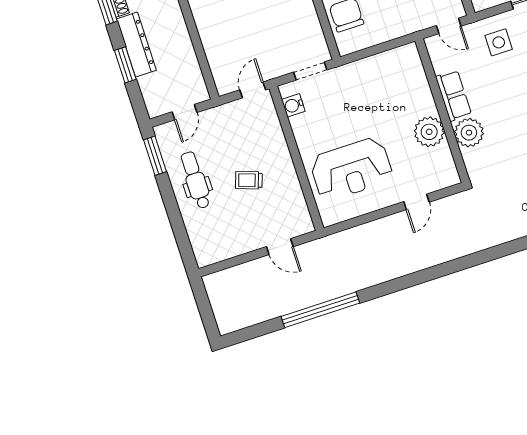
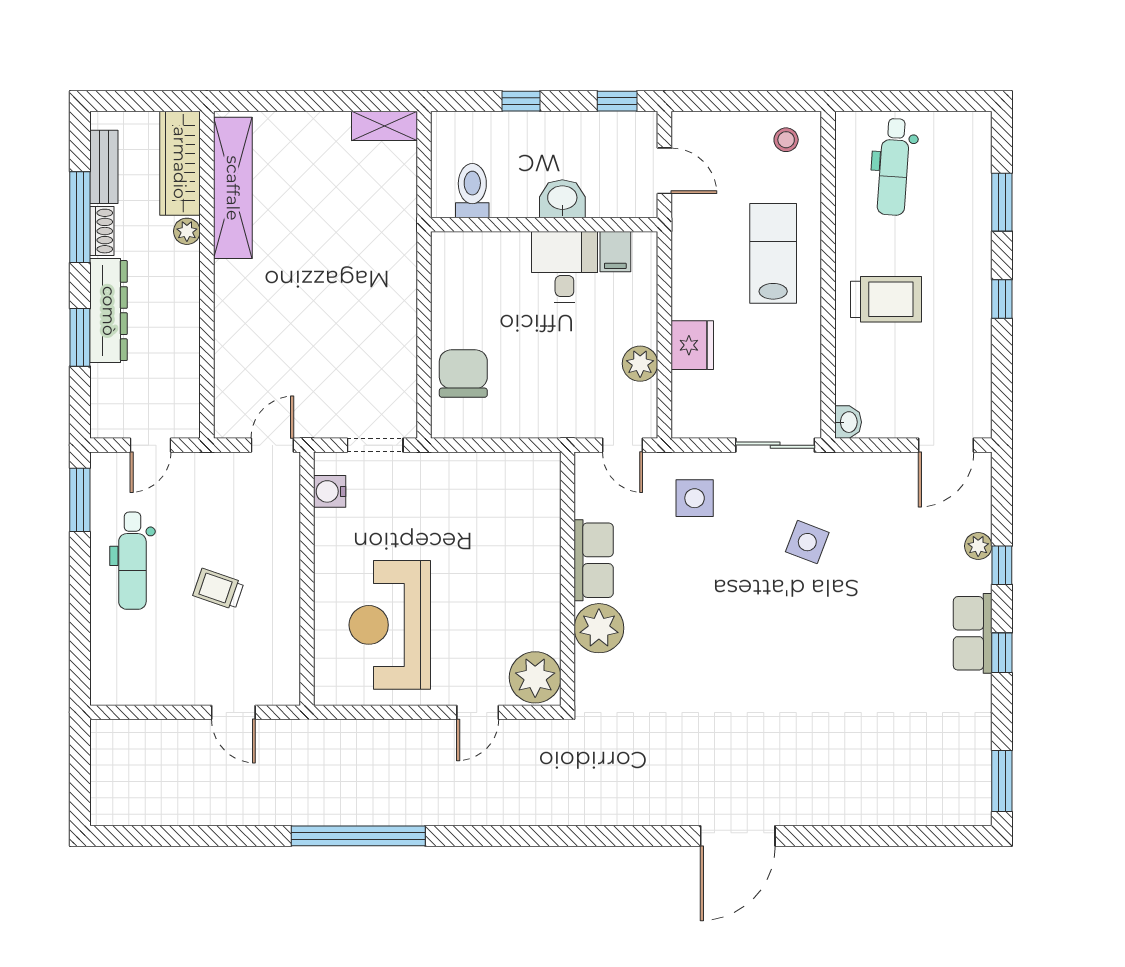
plant: (429, 132) -> (535, 677), moved
reception desk: (351, 169) -> (390, 625), turned 90
dental chair: (196, 180) -> (132, 561), turned 180
window: (320, 310) -> (358, 836), moved

